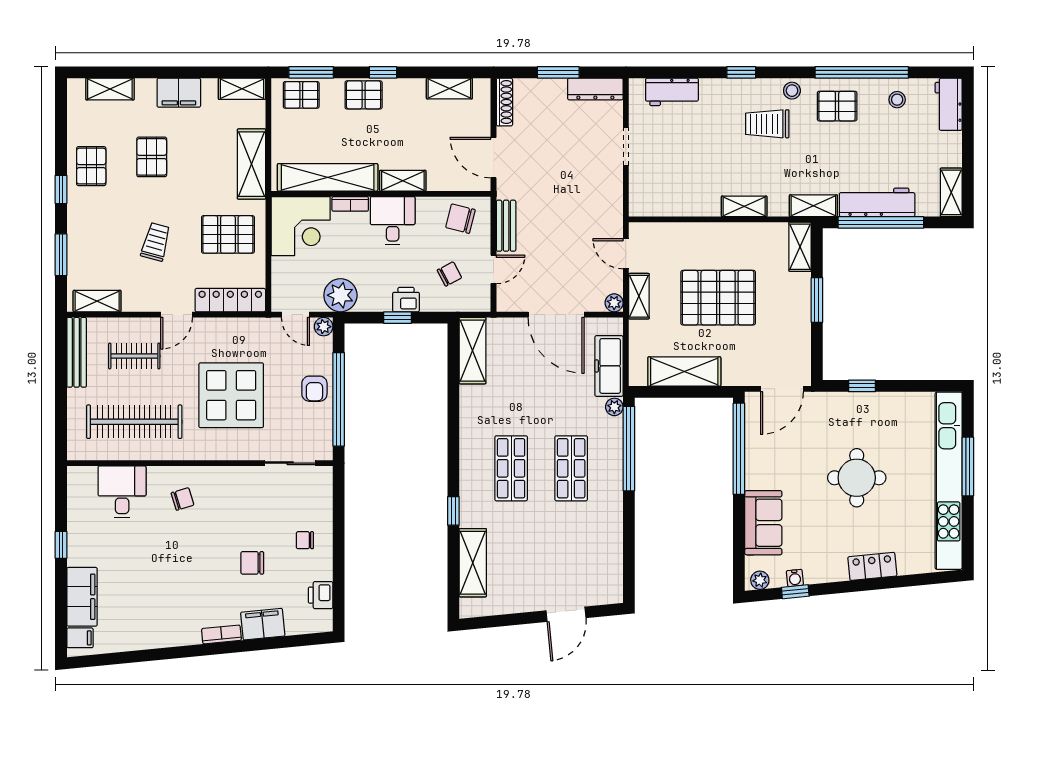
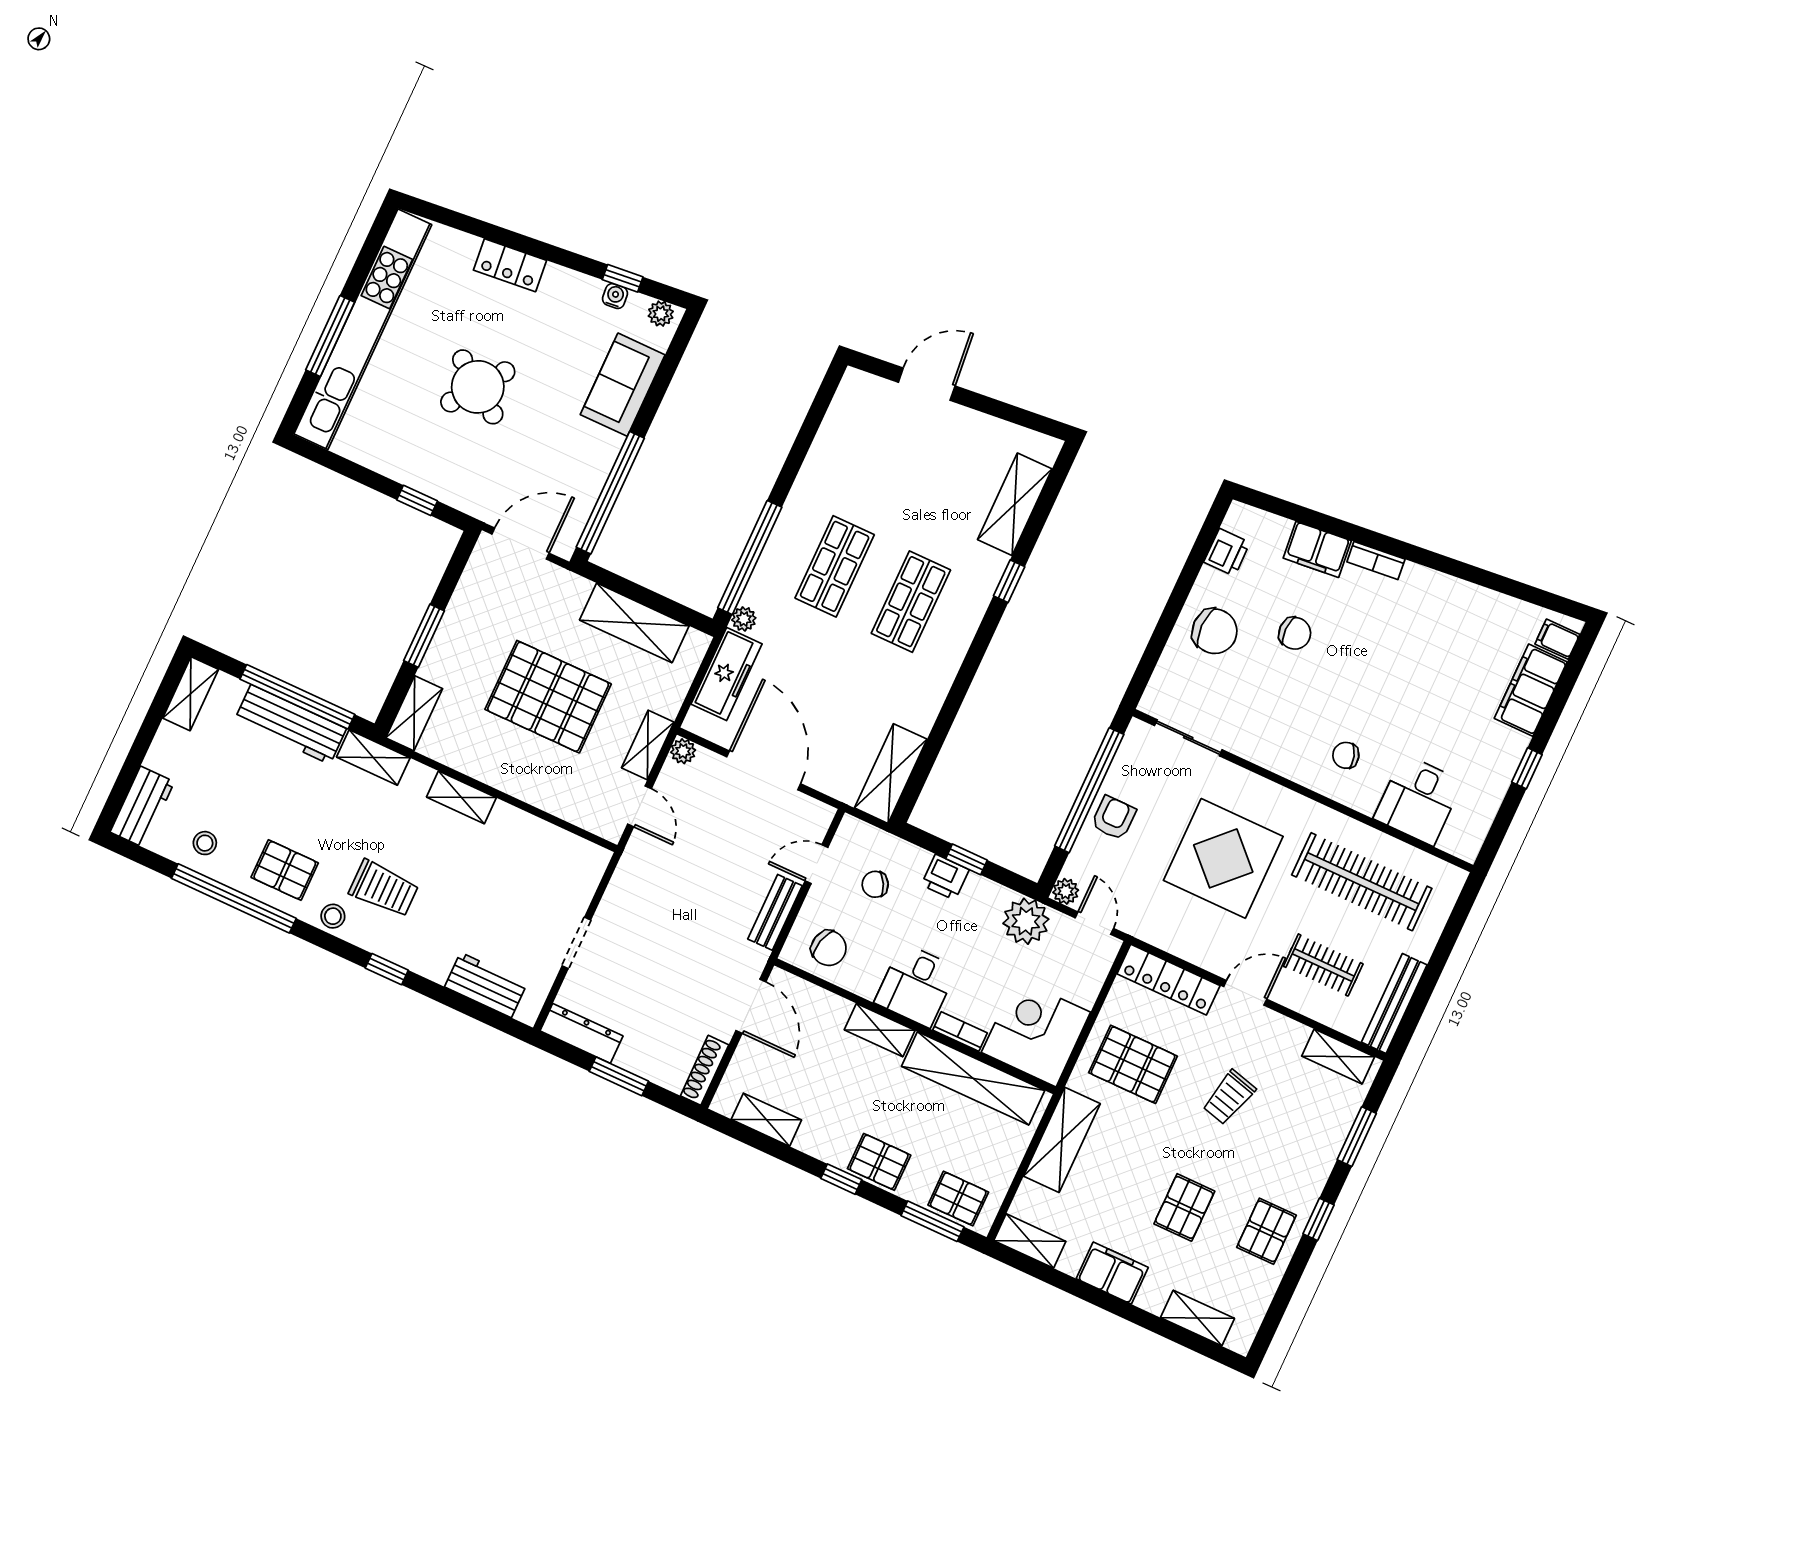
round table: (857, 478) -> (478, 387), turned 36
chair: (305, 540) -> (1215, 631), width x1.87, depth x1.87

